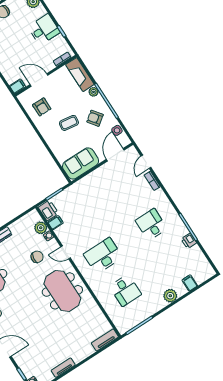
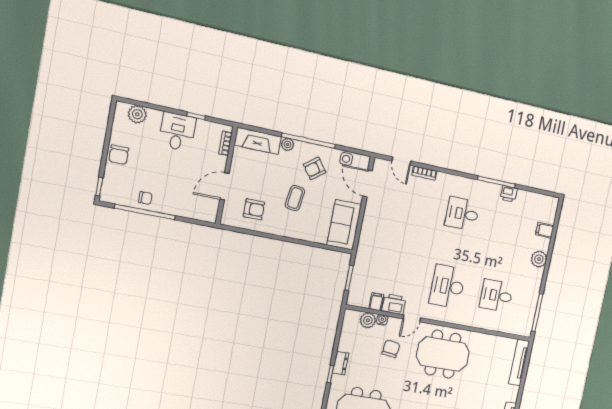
filing cabinet: (18, 86) -> (211, 213), removed
printer: (48, 210) -> (394, 304), moved
desk: (125, 290) -> (496, 296), turned 180
tv unit: (105, 340) -> (519, 362), width x1.41

